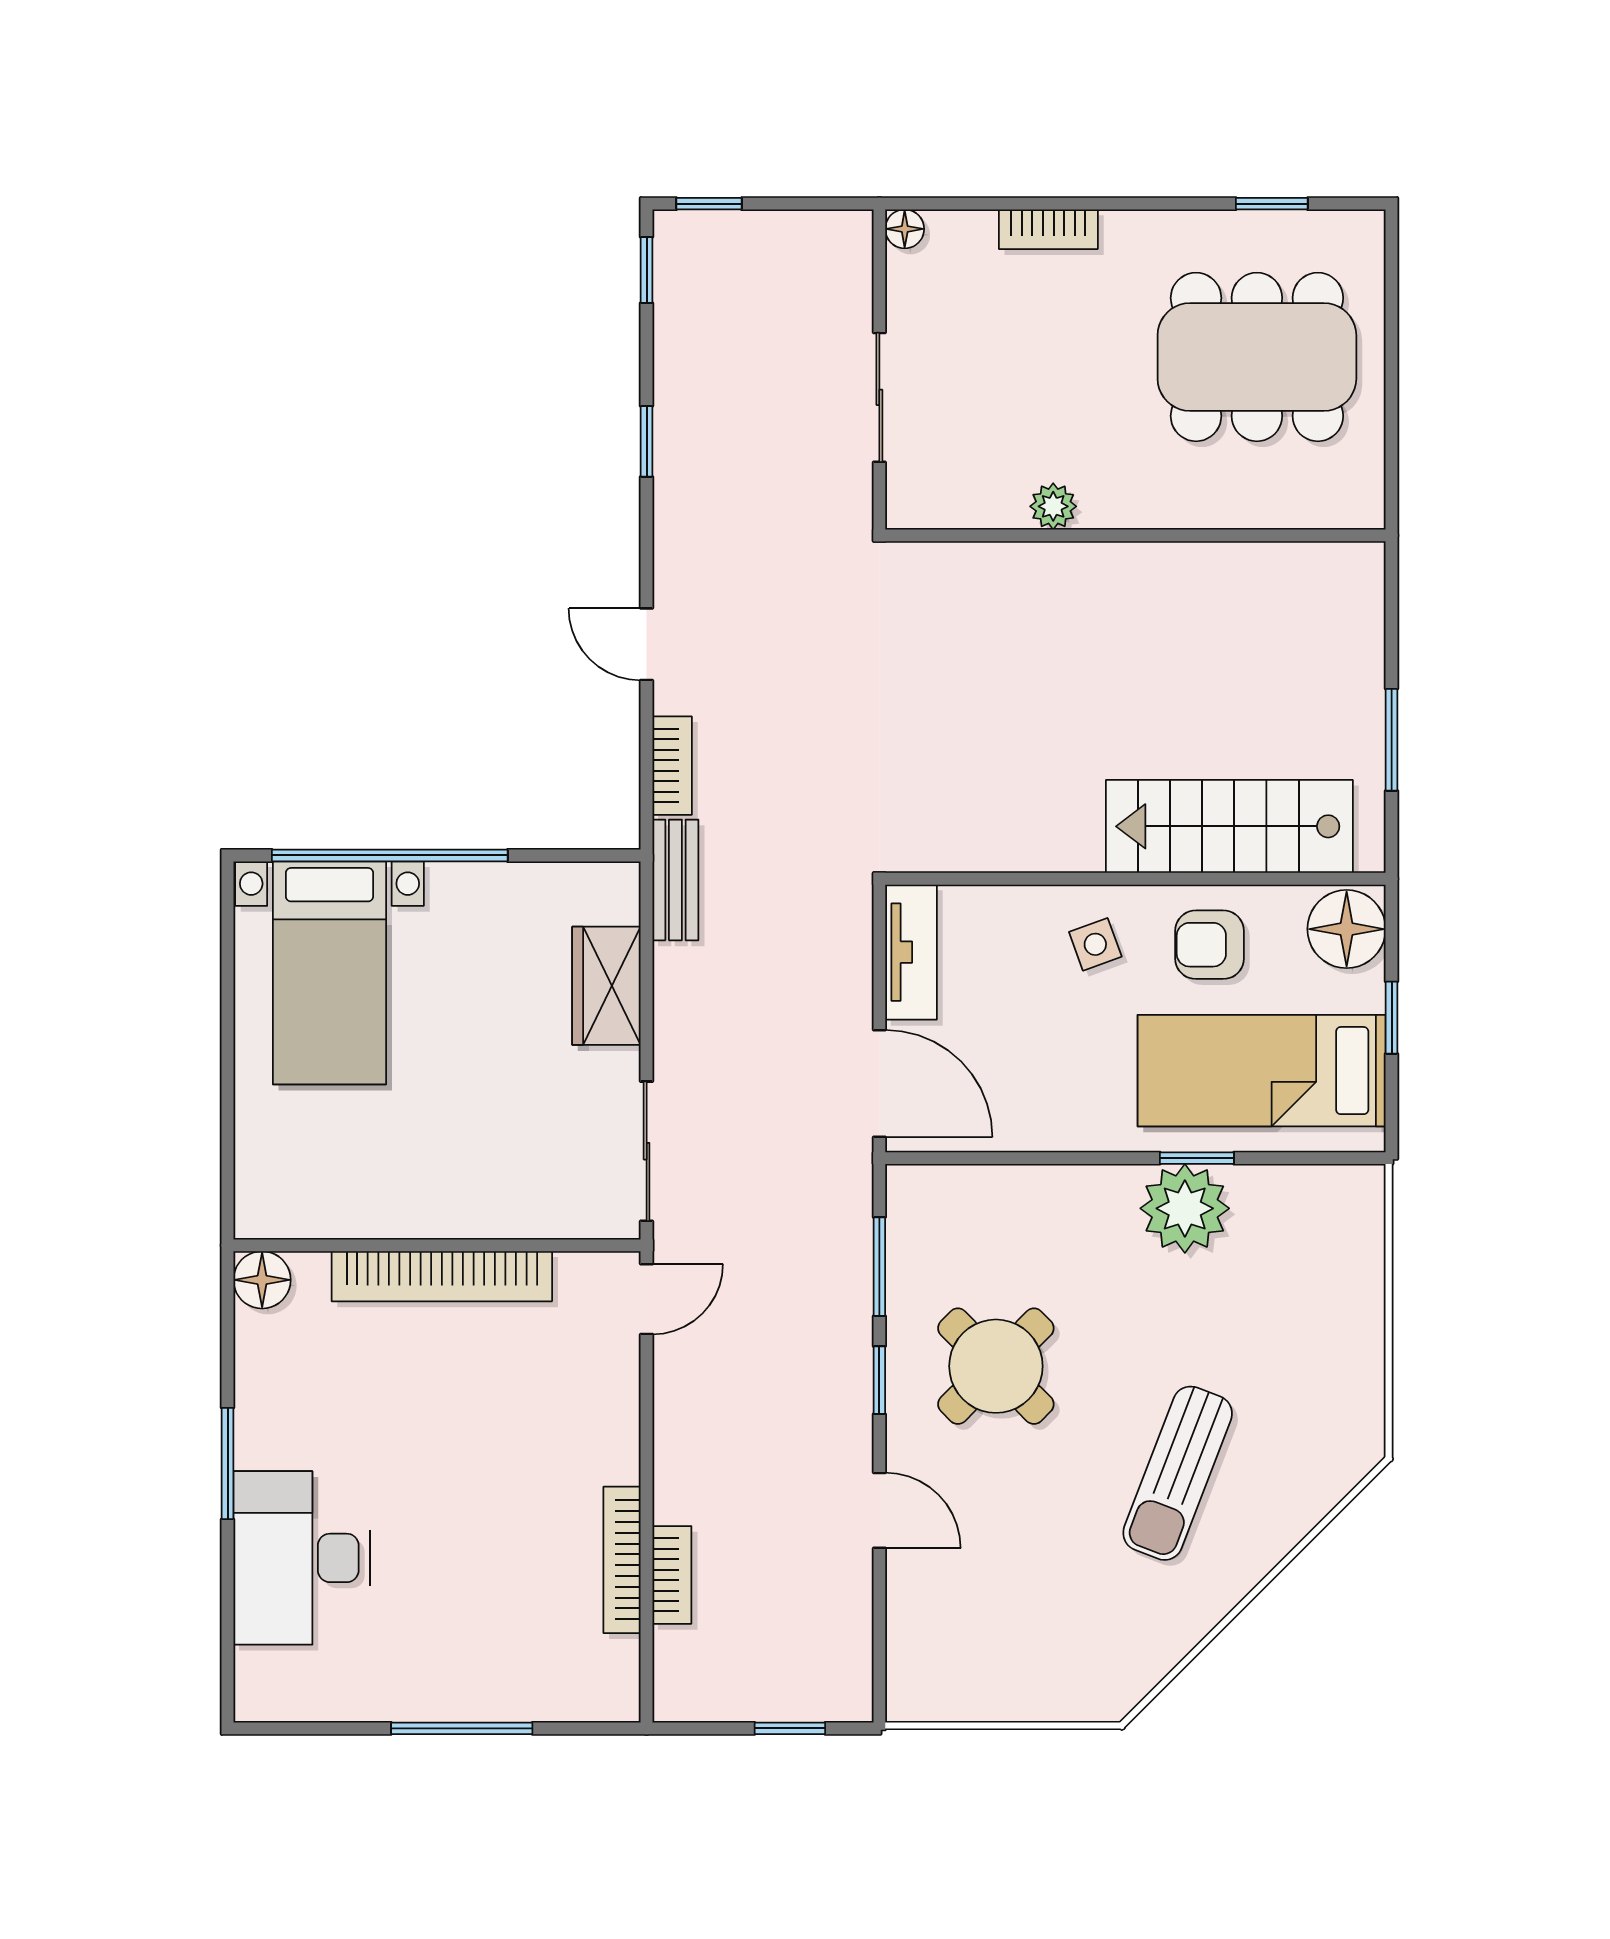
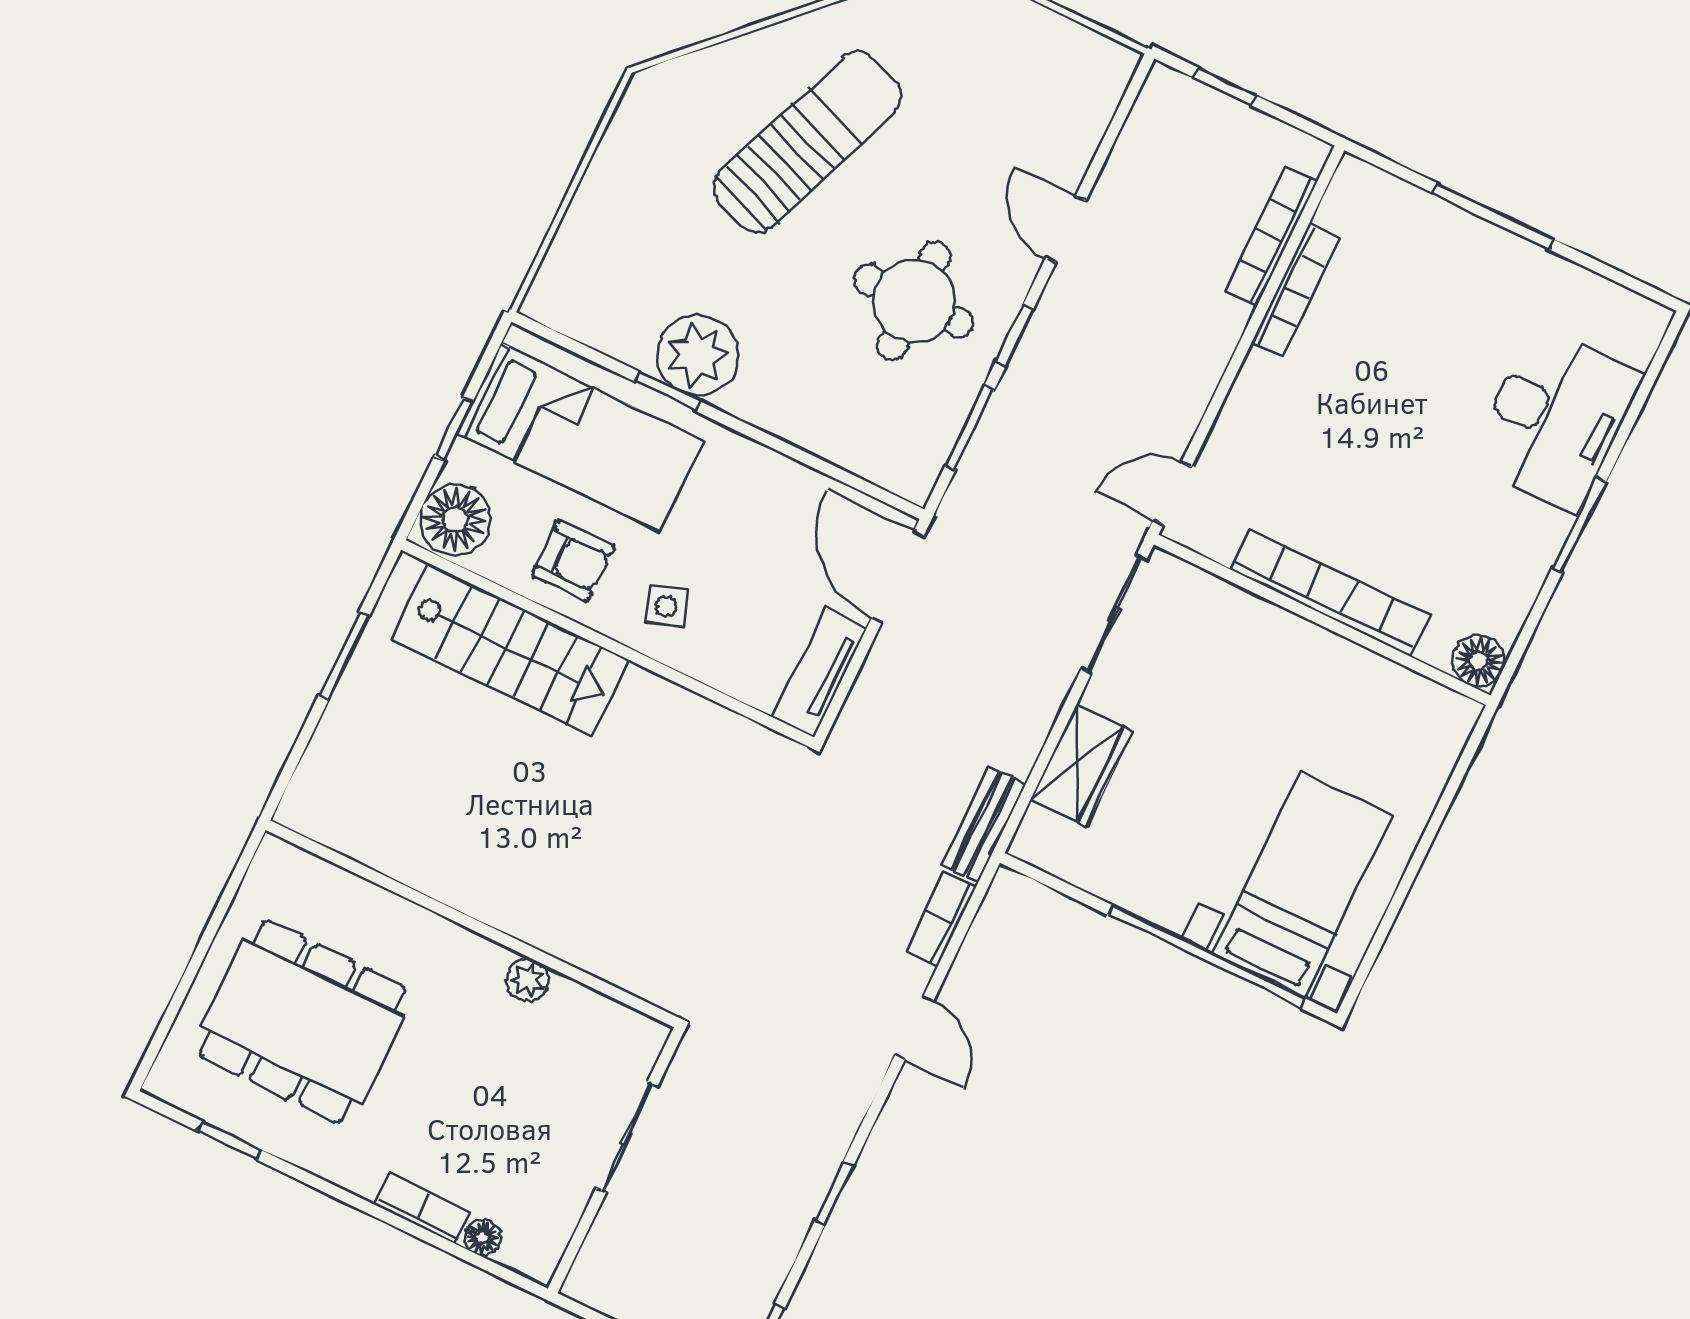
floor lamp: (905, 229) -> (482, 1237), moved
round table: (996, 1366) -> (914, 301), turned 45
sun lounger: (1178, 1473) -> (808, 142), width x1.36, depth x1.34
bookcase: (672, 1575) -> (1271, 236), width x1.56

